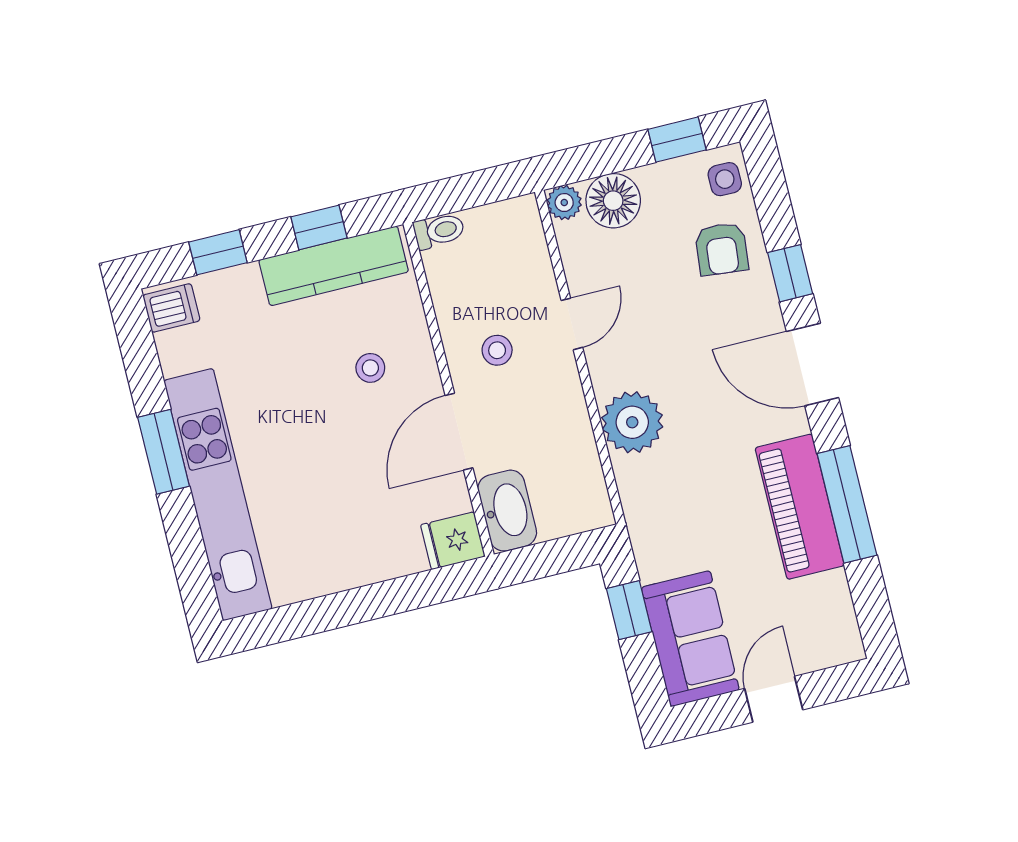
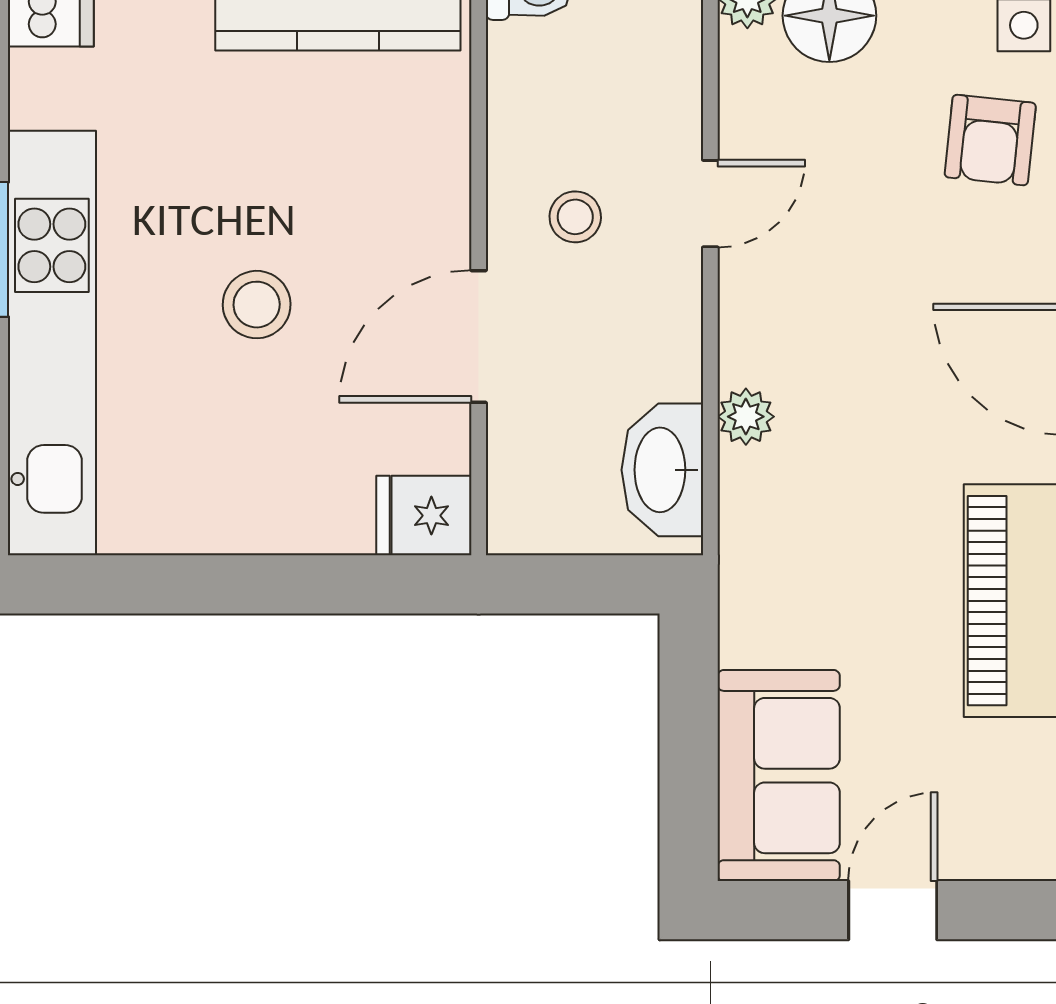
stool: (370, 368) -> (257, 305), moved, width x1.37, depth x1.37
plant: (632, 422) -> (746, 417), width x0.53, depth x0.53
washbasin: (507, 511) -> (662, 470), moved, turned 180
window: (629, 610) -> (689, 703), removed

